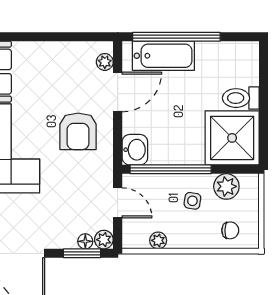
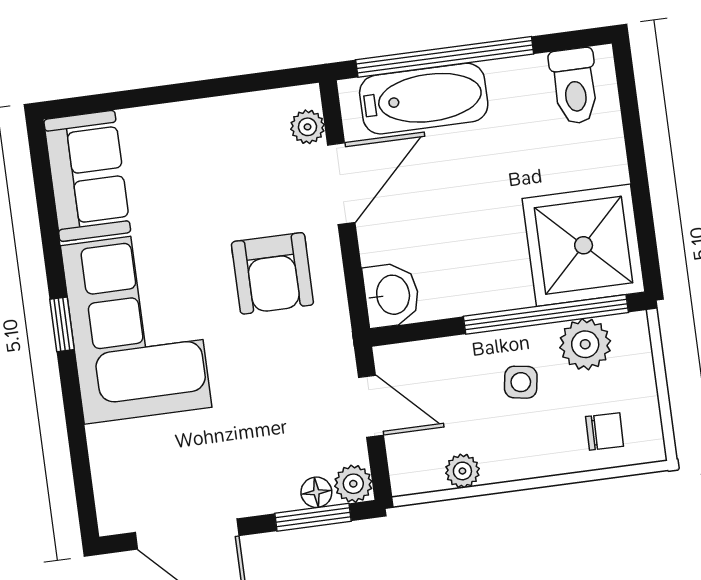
toilet: (241, 98) -> (575, 86), moved, turned -90
window: (171, 169) -> (546, 314), moved

